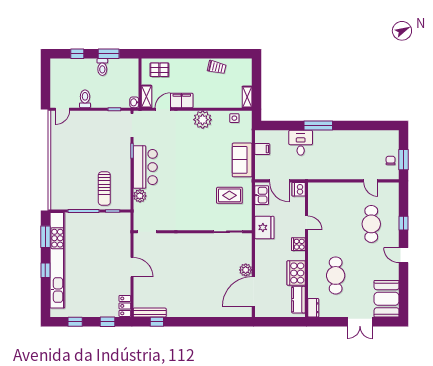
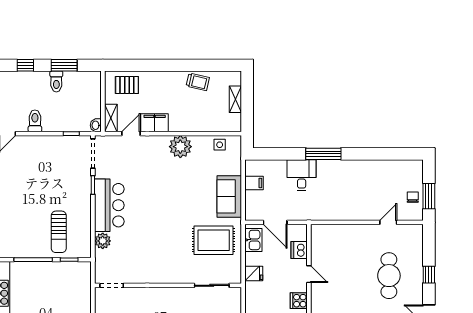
shelving: (247, 97) -> (235, 99), moved
door: (371, 181) -> (388, 222), swing flipped
dishwasher: (299, 189) -> (299, 250), moved
rug: (229, 195) -> (214, 240), width x1.36, depth x1.43
fridge: (264, 228) -> (254, 274), width x0.53, depth x0.75

